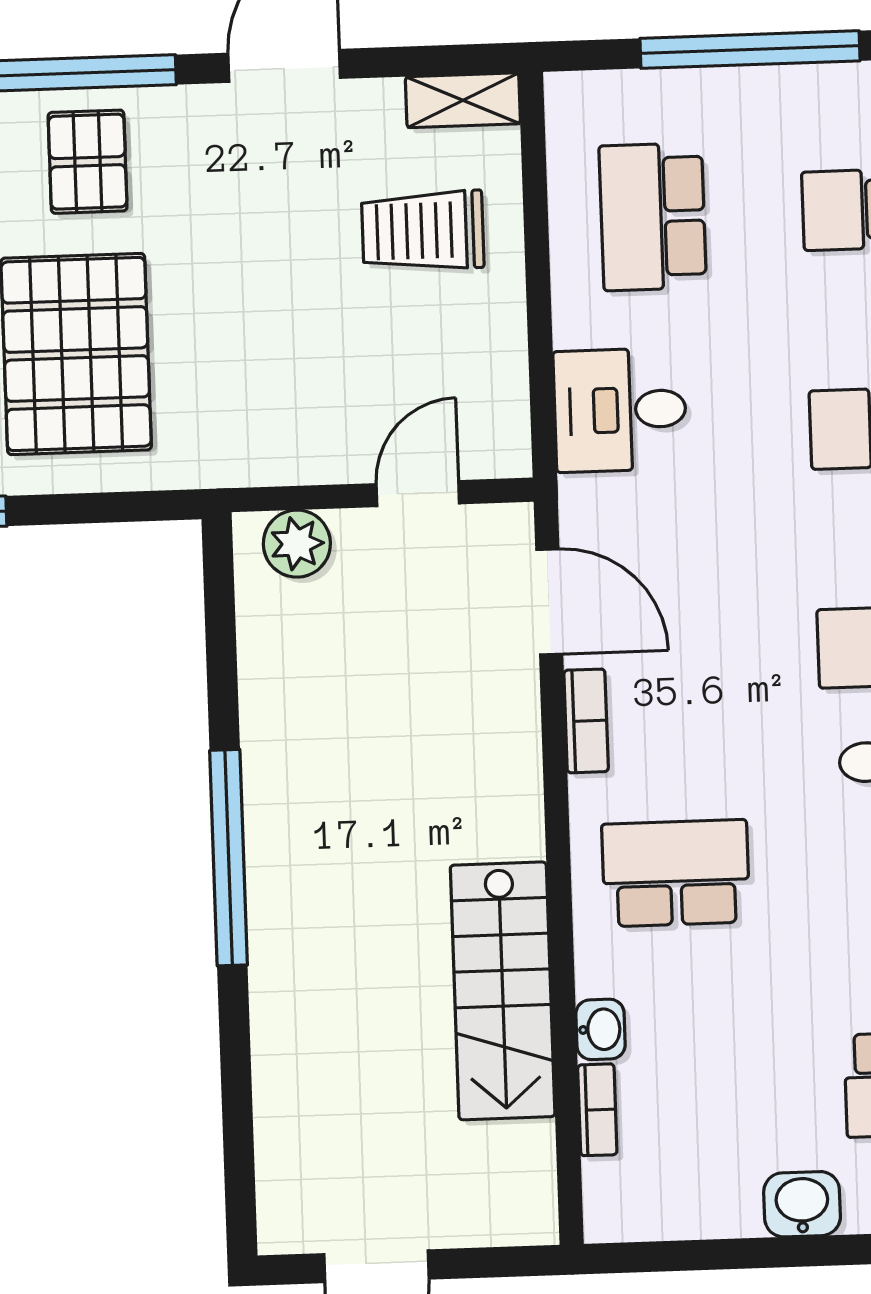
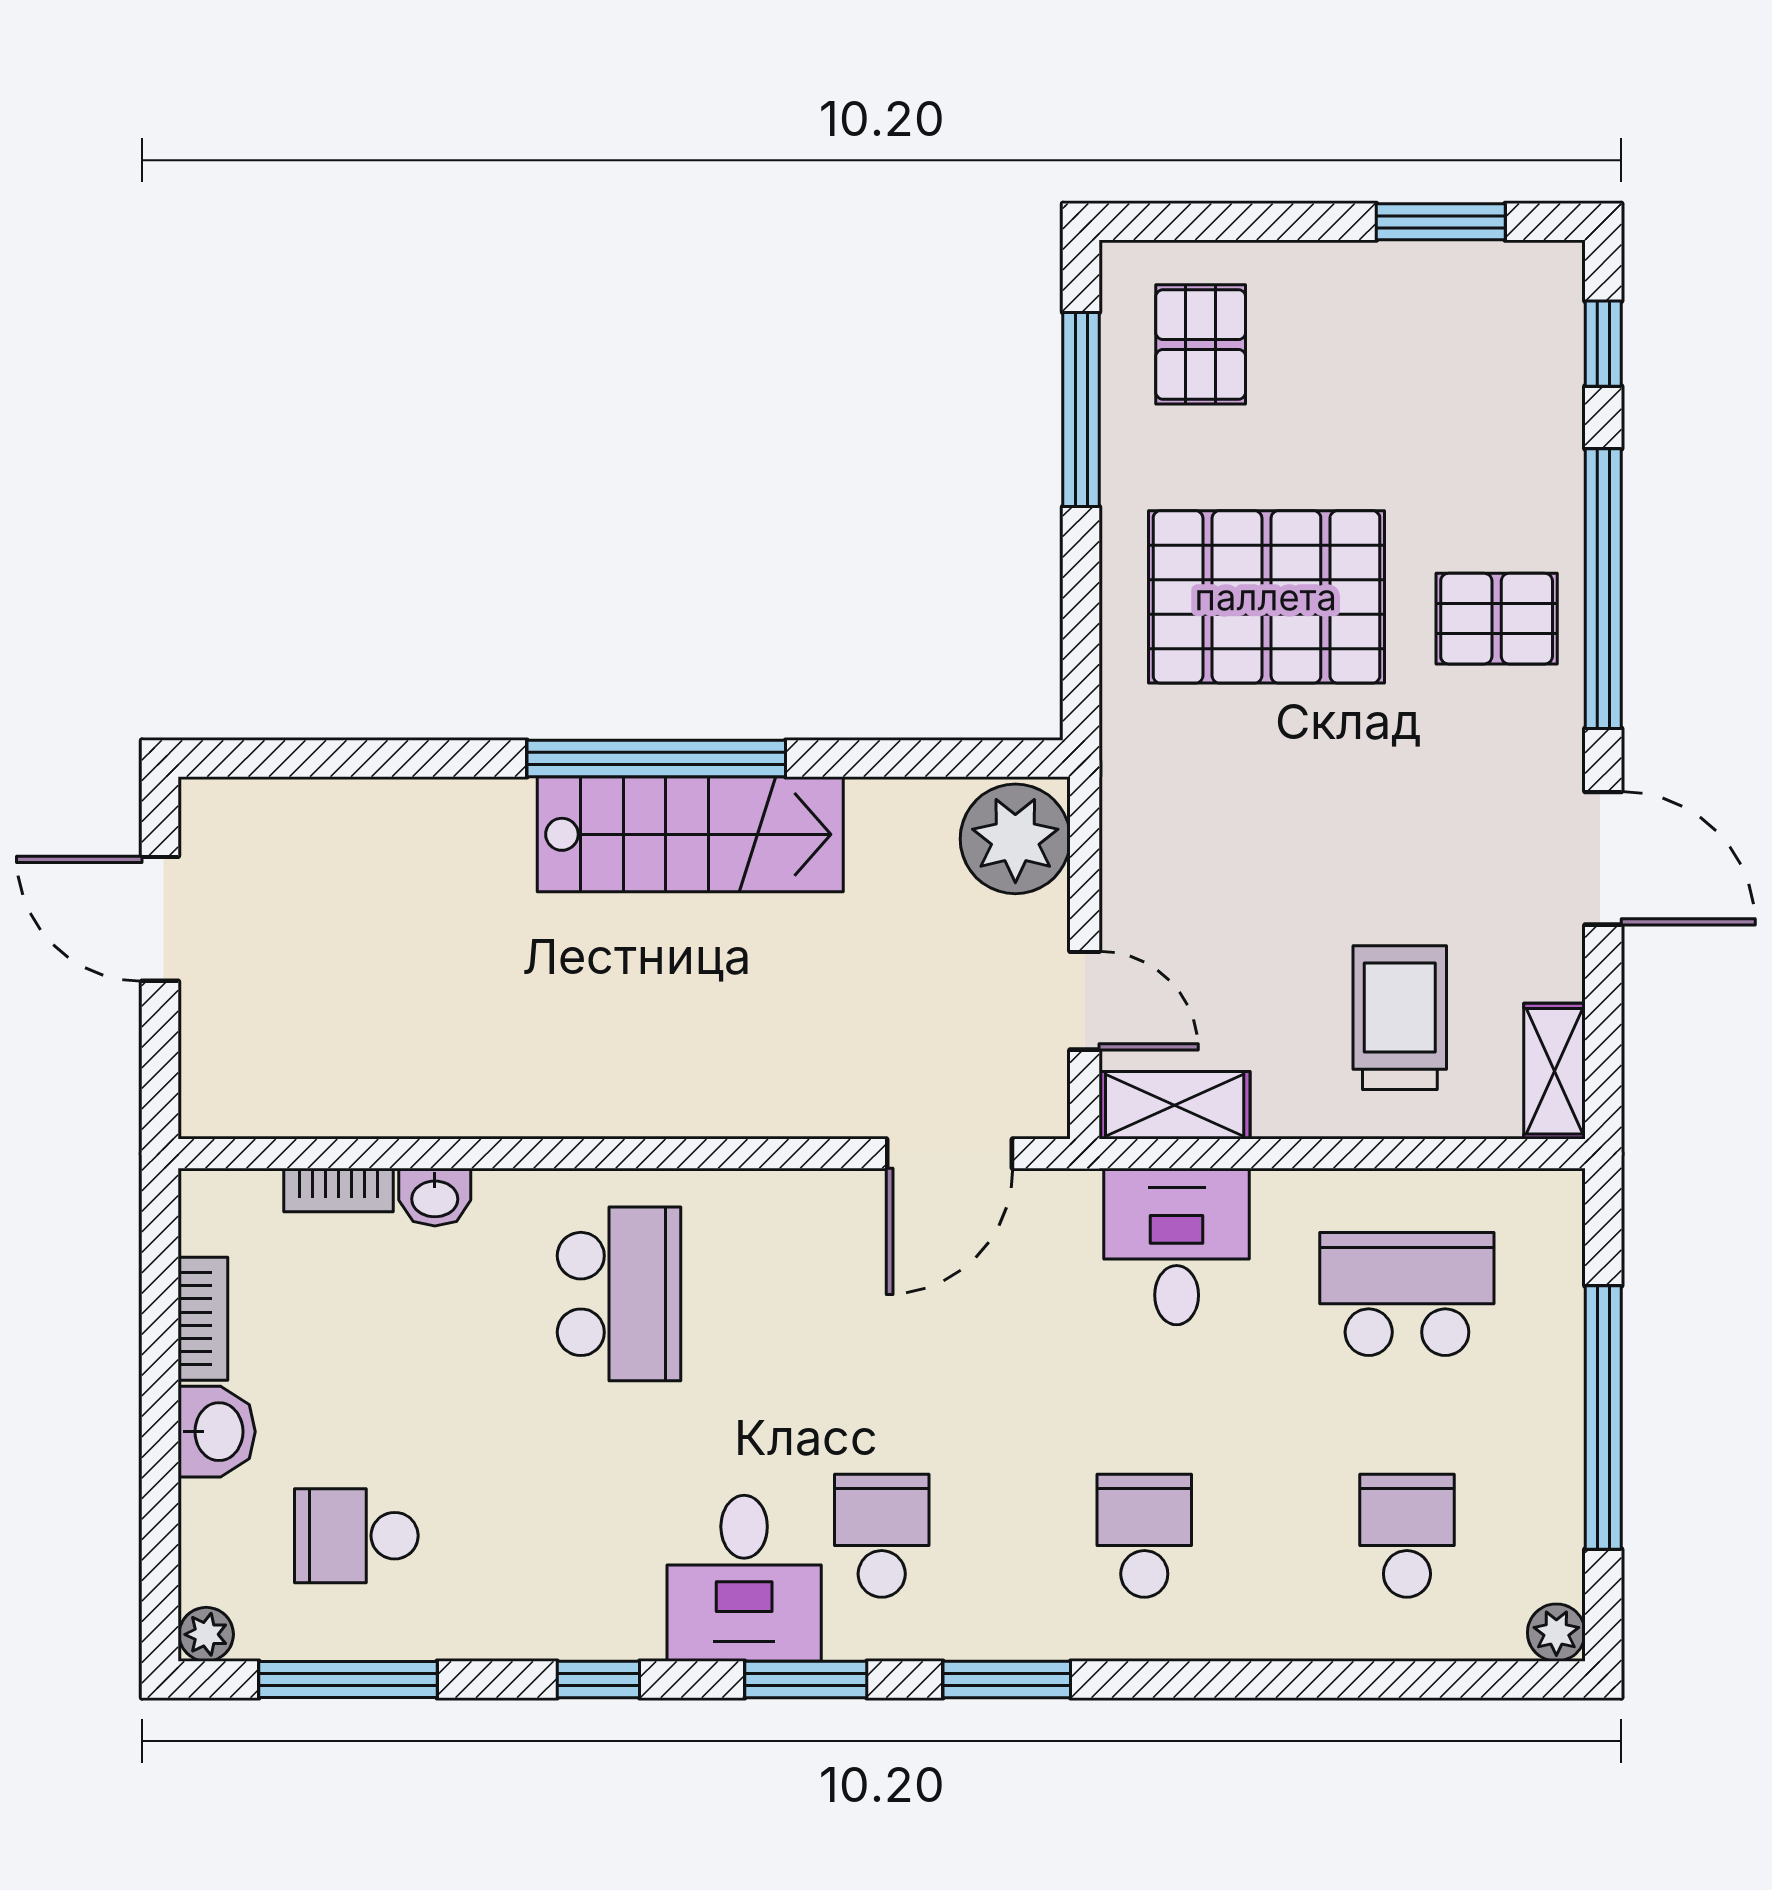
shelving: (502, 416) -> (1175, 1105), added
plant: (297, 544) -> (1015, 839), width x1.36, depth x1.36
bookcase: (586, 721) -> (203, 1319), moved, turned -90
stairs: (503, 991) -> (690, 834), moved, turned 180

